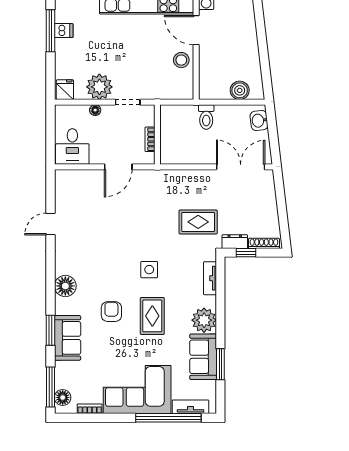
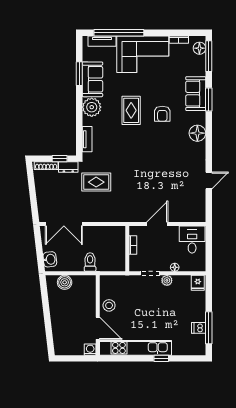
plant: (99, 87) -> (167, 280), width x0.53, depth x0.53
side table: (149, 270) -> (133, 146), removed

